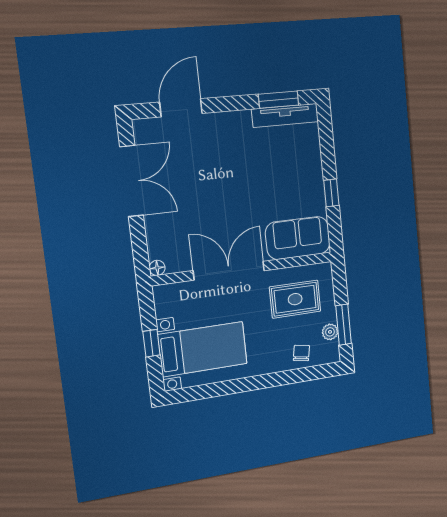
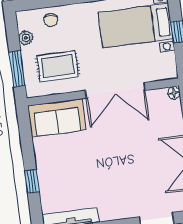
window: (331, 193) -> (32, 181), moved
window: (344, 325) -> (17, 69), moved

